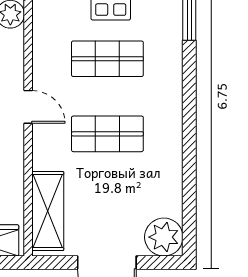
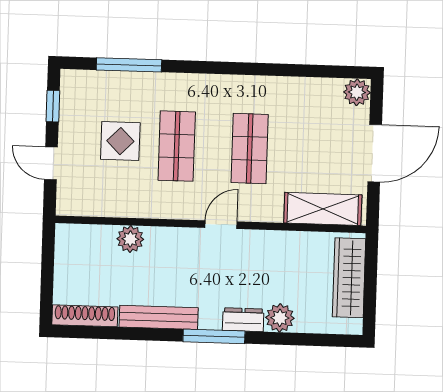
plant: (164, 237) -> (357, 92), width x0.73, depth x0.73

